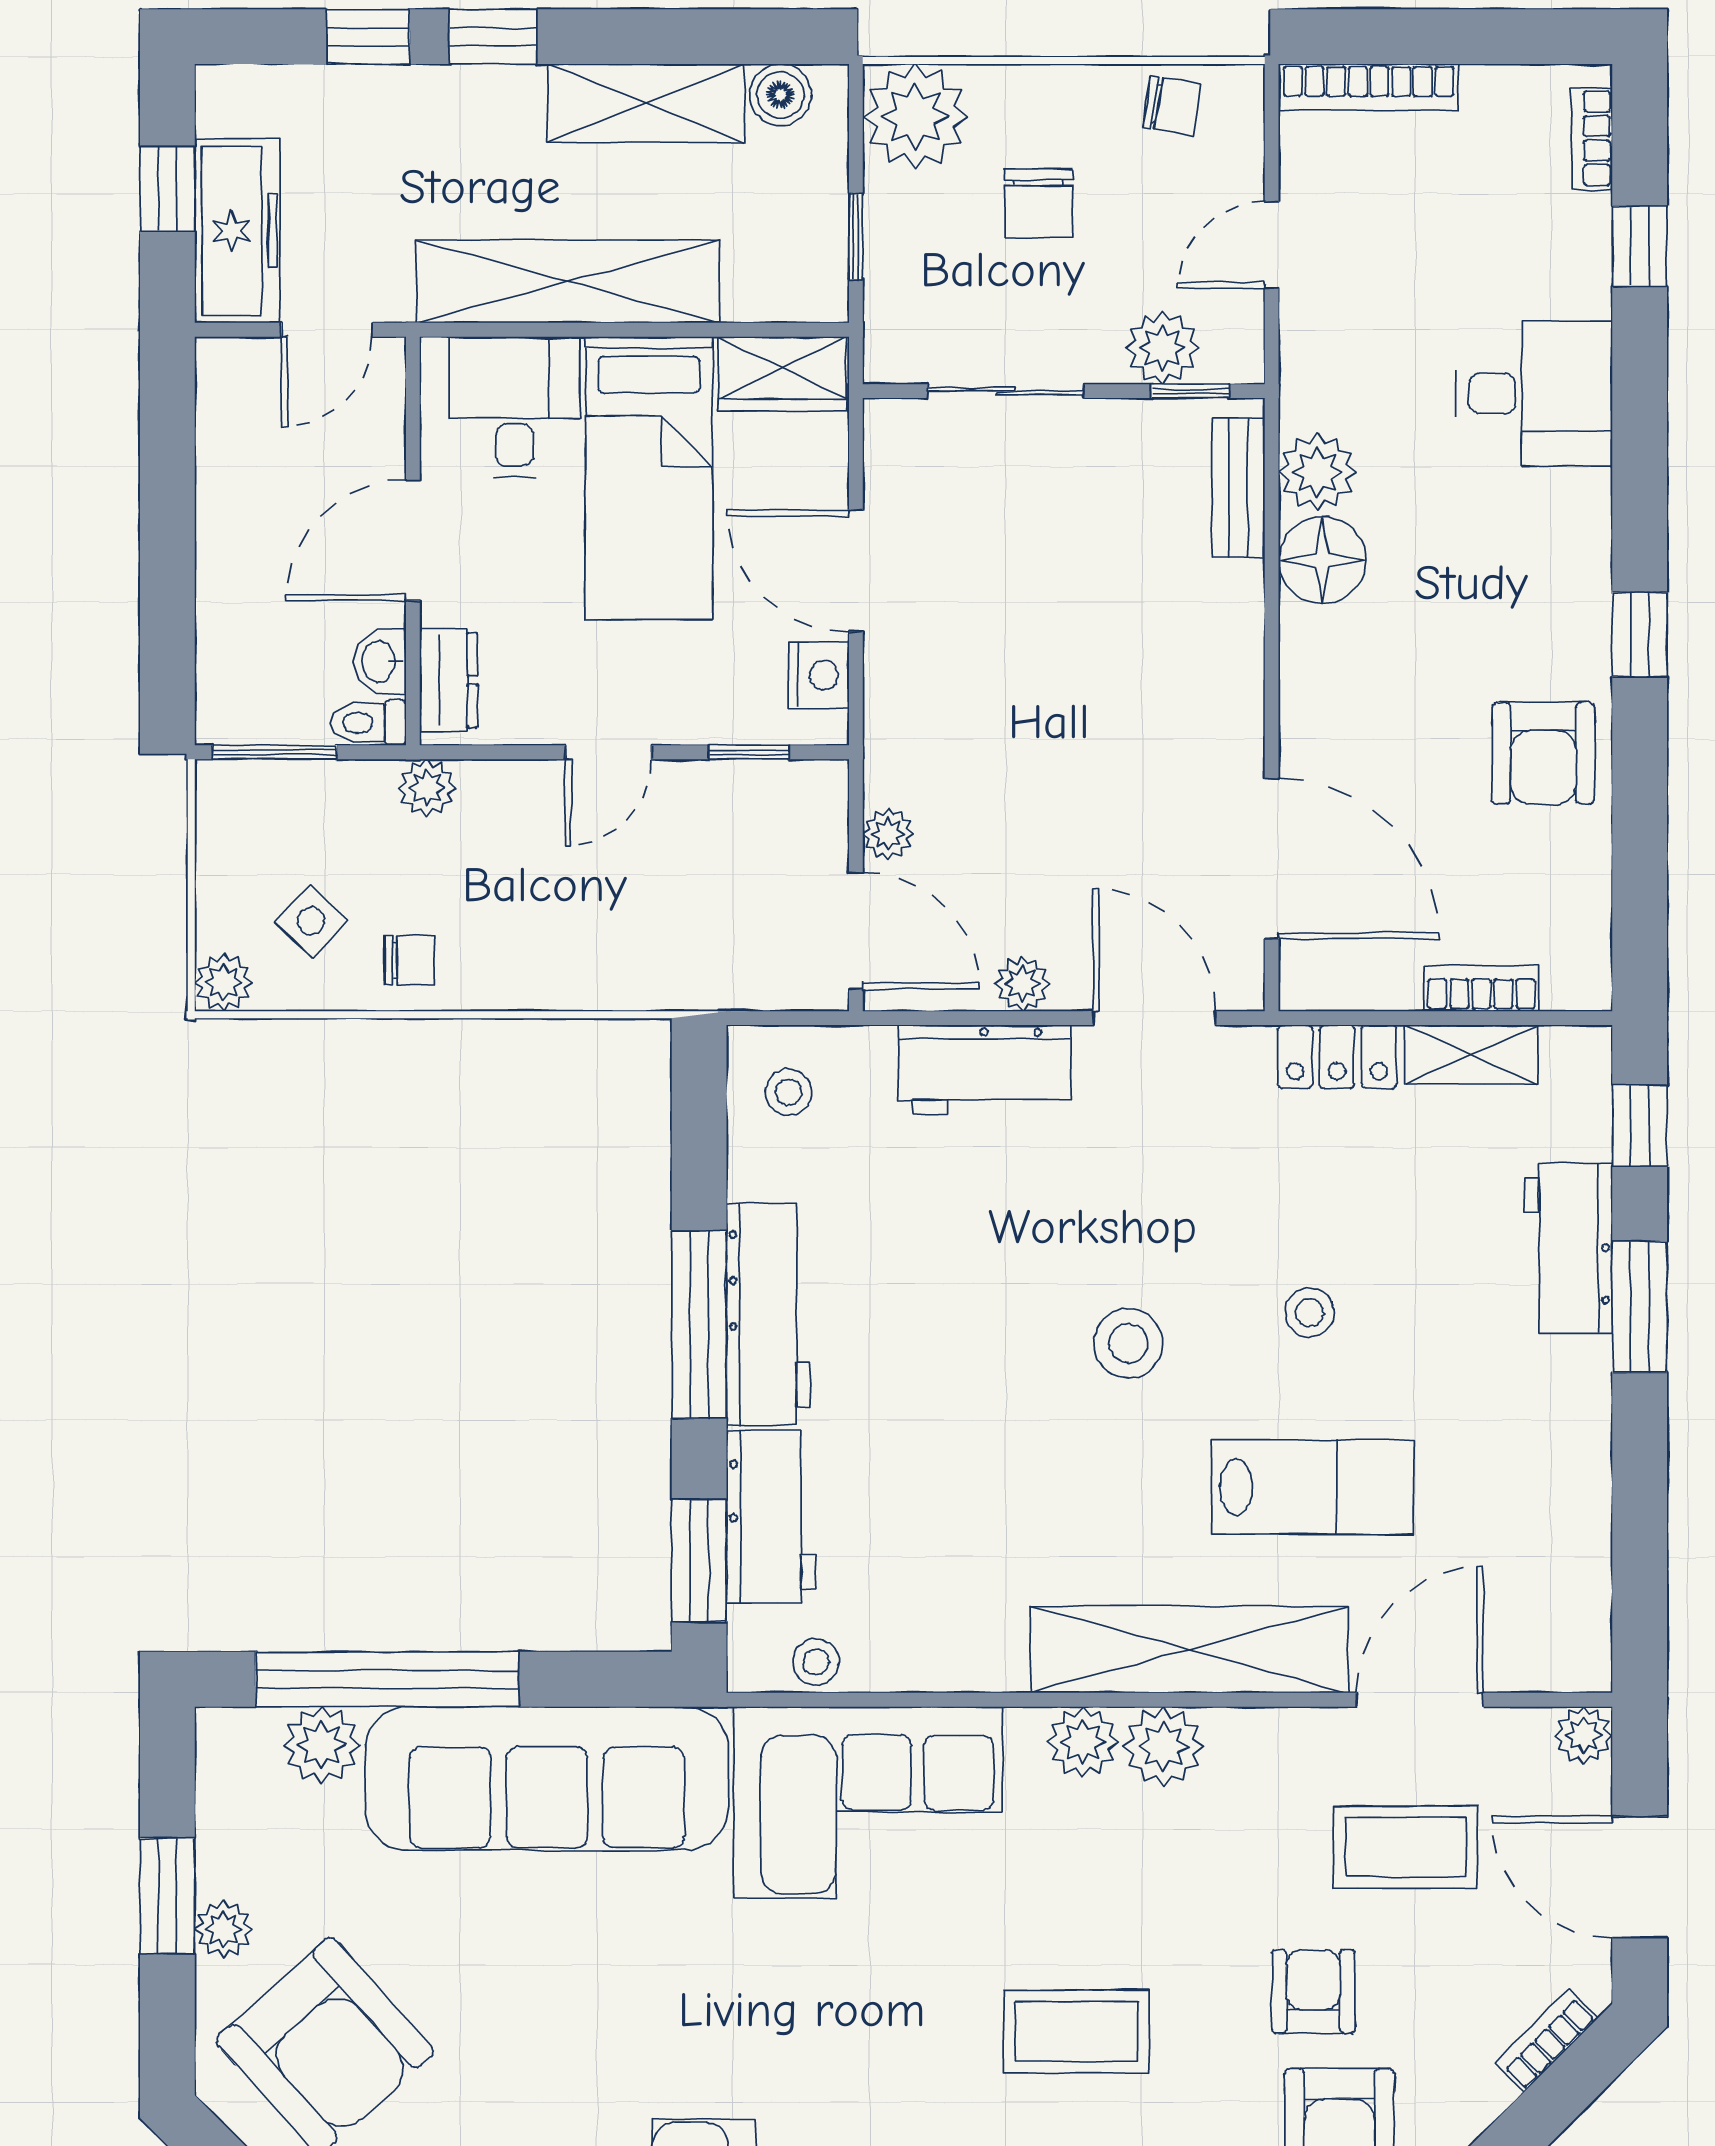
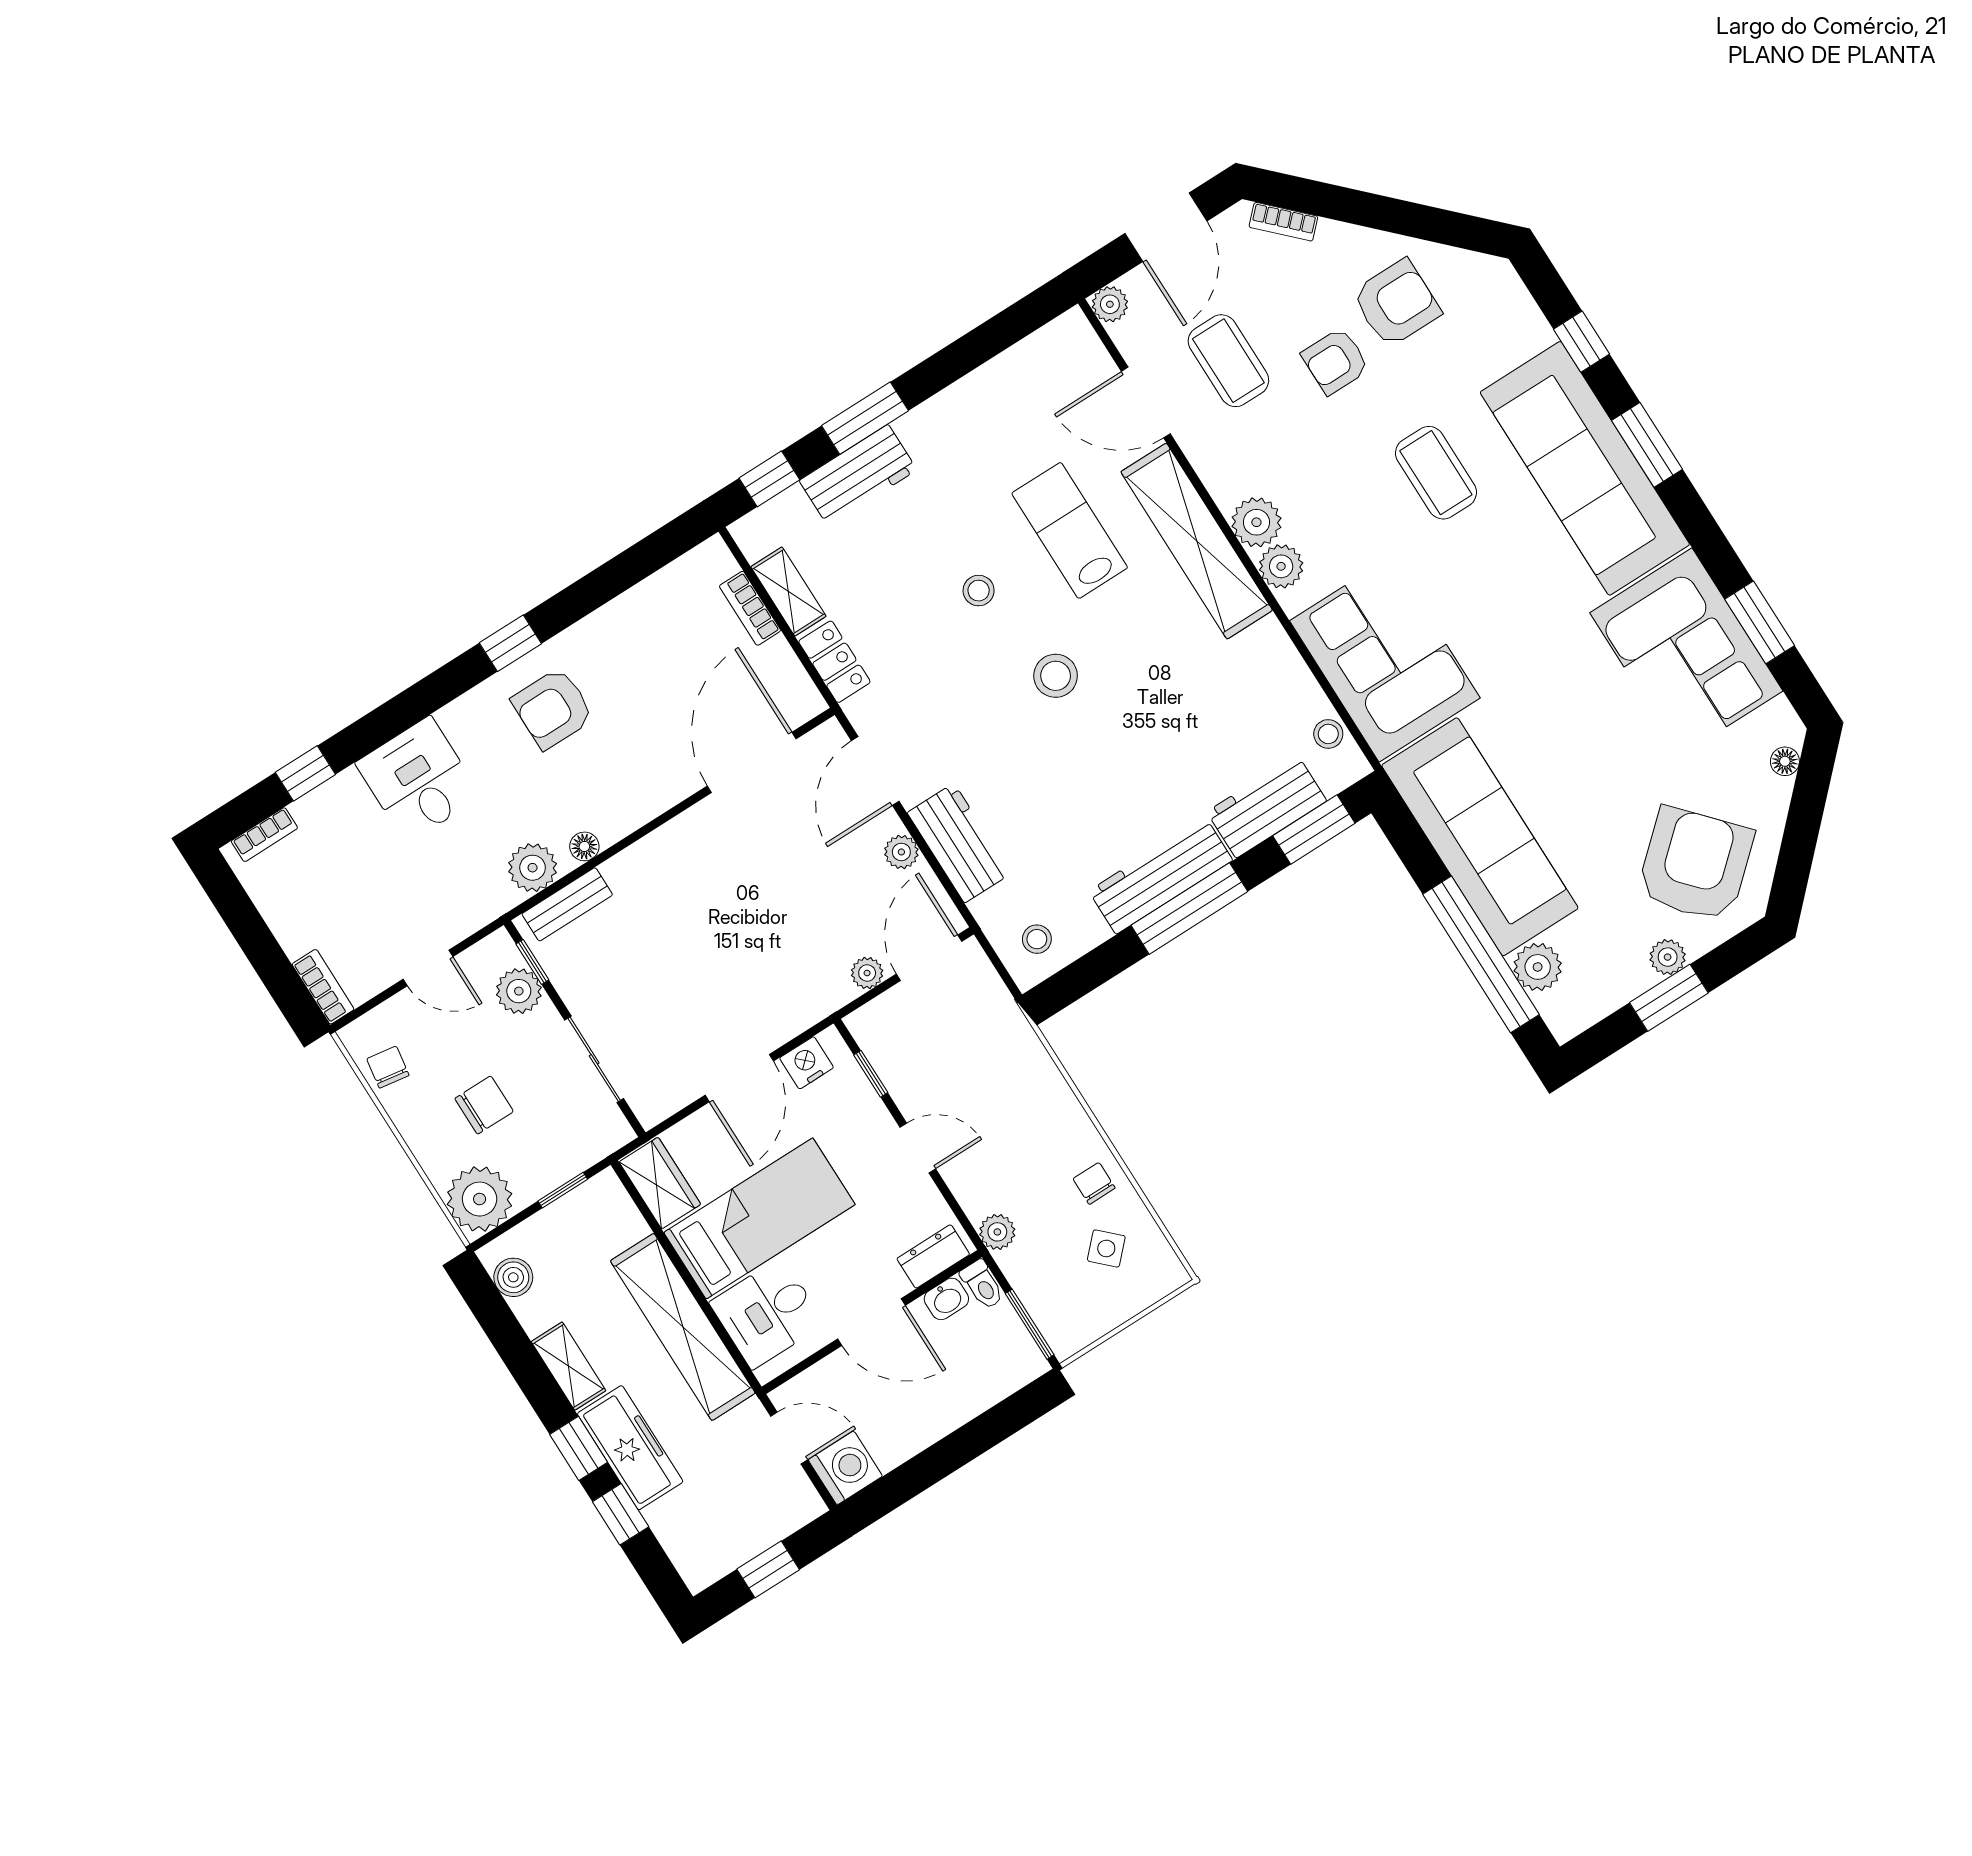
bookcase: (1369, 87) -> (323, 987), width x0.64
shelving: (646, 103) -> (568, 1366), width x0.67, depth x0.75
freezer: (238, 231) -> (630, 1448), moved, turned 90
washing machine: (238, 380) -> (845, 1468), added
floor lamp: (1322, 560) -> (584, 846), width x0.53, depth x0.53
armchair: (1543, 753) -> (553, 708), moved, turned 180
plant: (224, 982) -> (1168, 1274), removed

